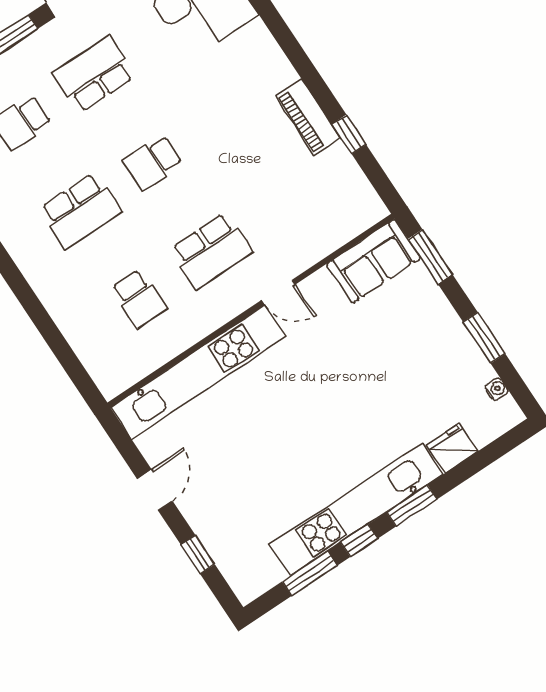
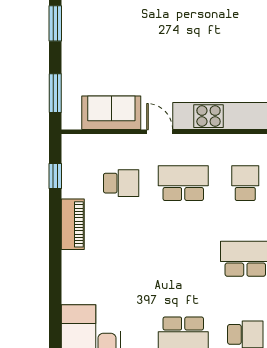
window: (349, 134) -> (55, 176), moved
school desk: (152, 163) -> (121, 183), moved
sofa: (373, 261) -> (111, 113), moved

